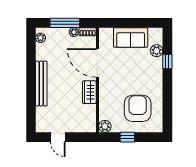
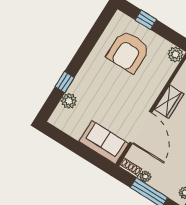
sofa: (131, 37) -> (104, 142), moved
window: (127, 137) -> (146, 20), moved

